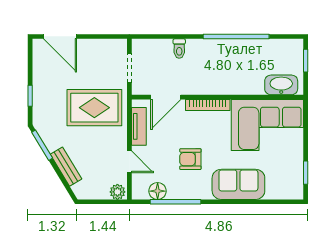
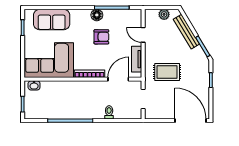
door: (60, 36) -> (191, 121), width x1.36
washbasin: (281, 85) -> (34, 85), width x0.52, depth x0.69
rug: (94, 108) -> (167, 72), width x0.73, depth x0.70
bench: (66, 167) -> (186, 32), width x1.36
sofa: (238, 184) -> (52, 20), moved
floor lamp: (158, 191) -> (97, 15), moved
plant: (117, 192) -> (164, 14), moved

